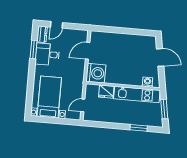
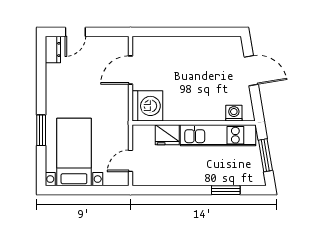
window: (34, 49) -> (41, 130), moved
desk: (47, 54) -> (65, 82), removed

